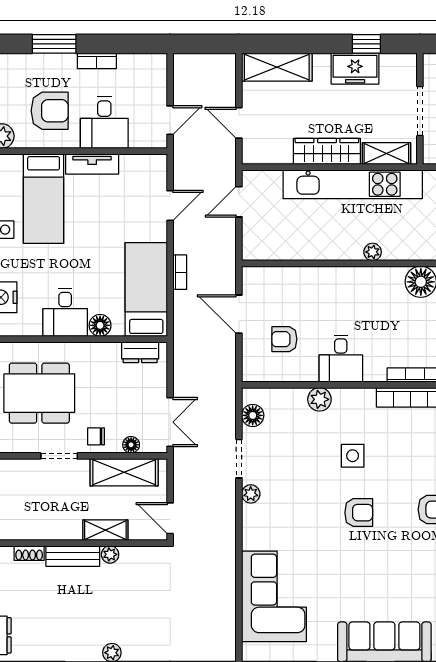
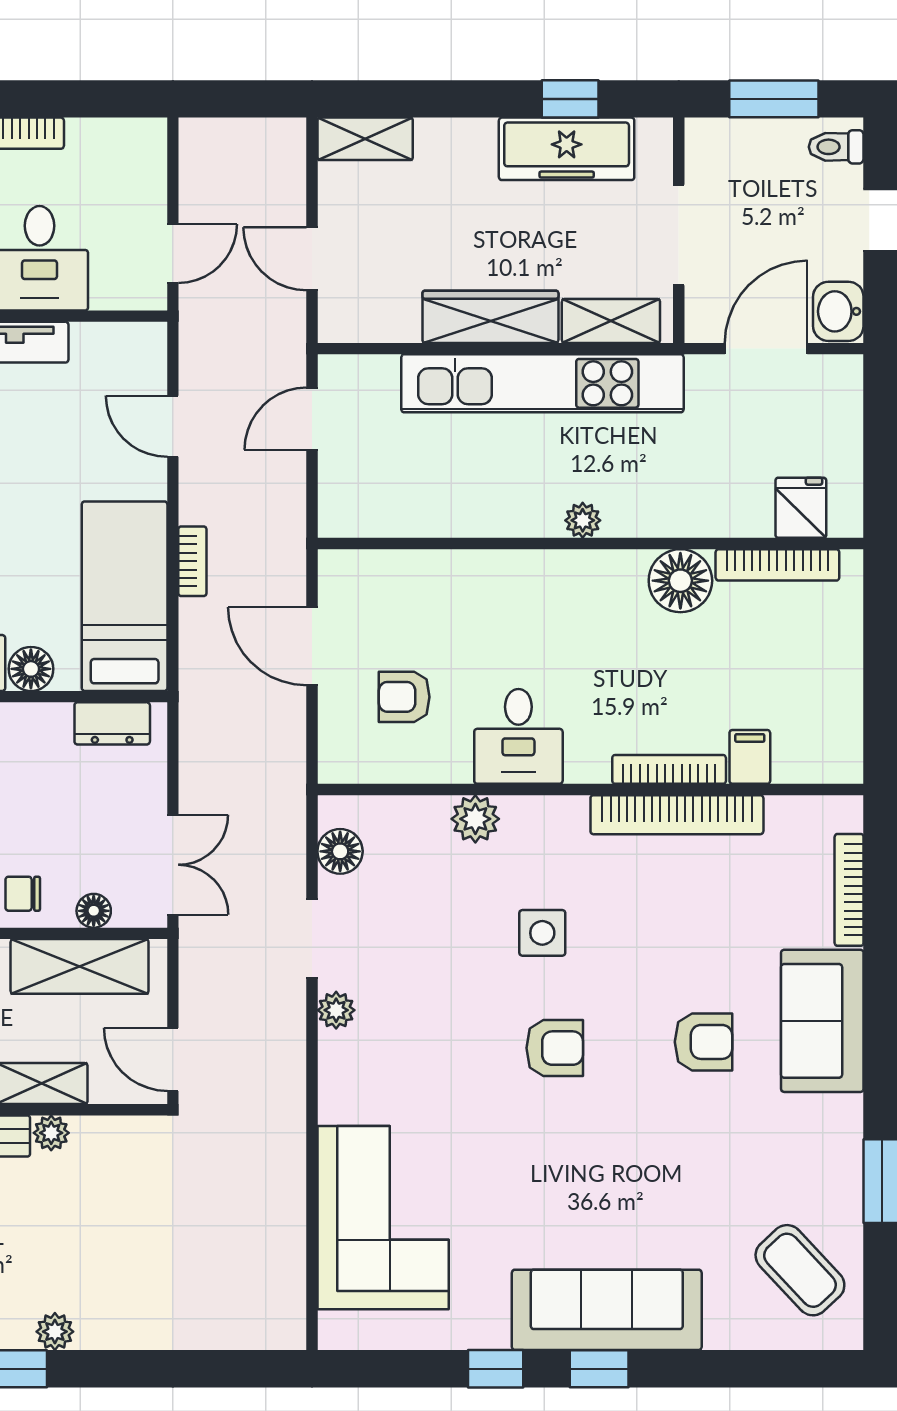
shelving: (277, 67) -> (365, 139), width x0.67, depth x0.75
freezer: (355, 69) -> (567, 149), width x1.40
door: (170, 206) -> (173, 426), swing flipped

